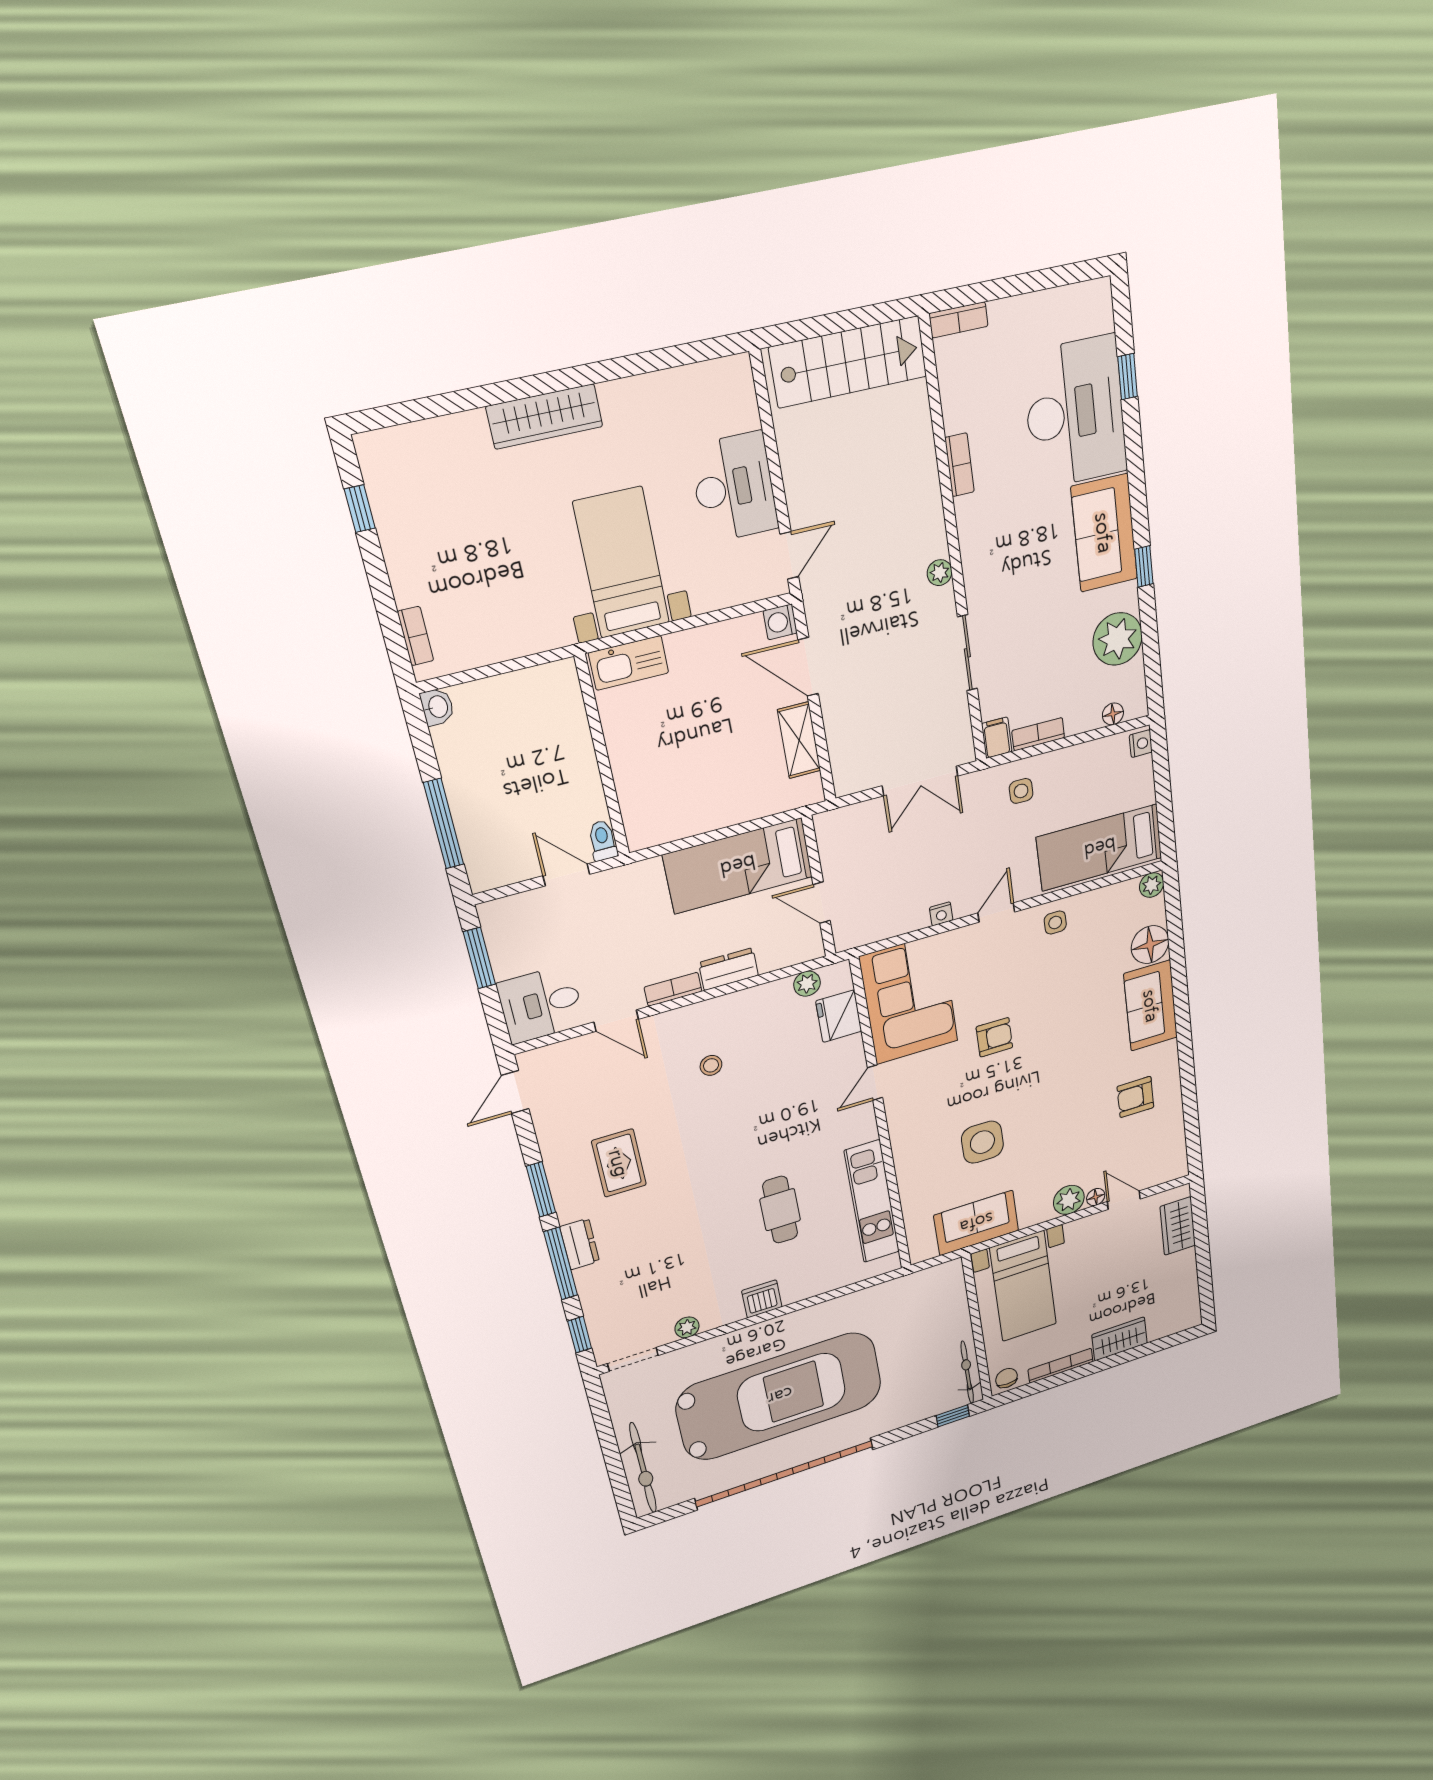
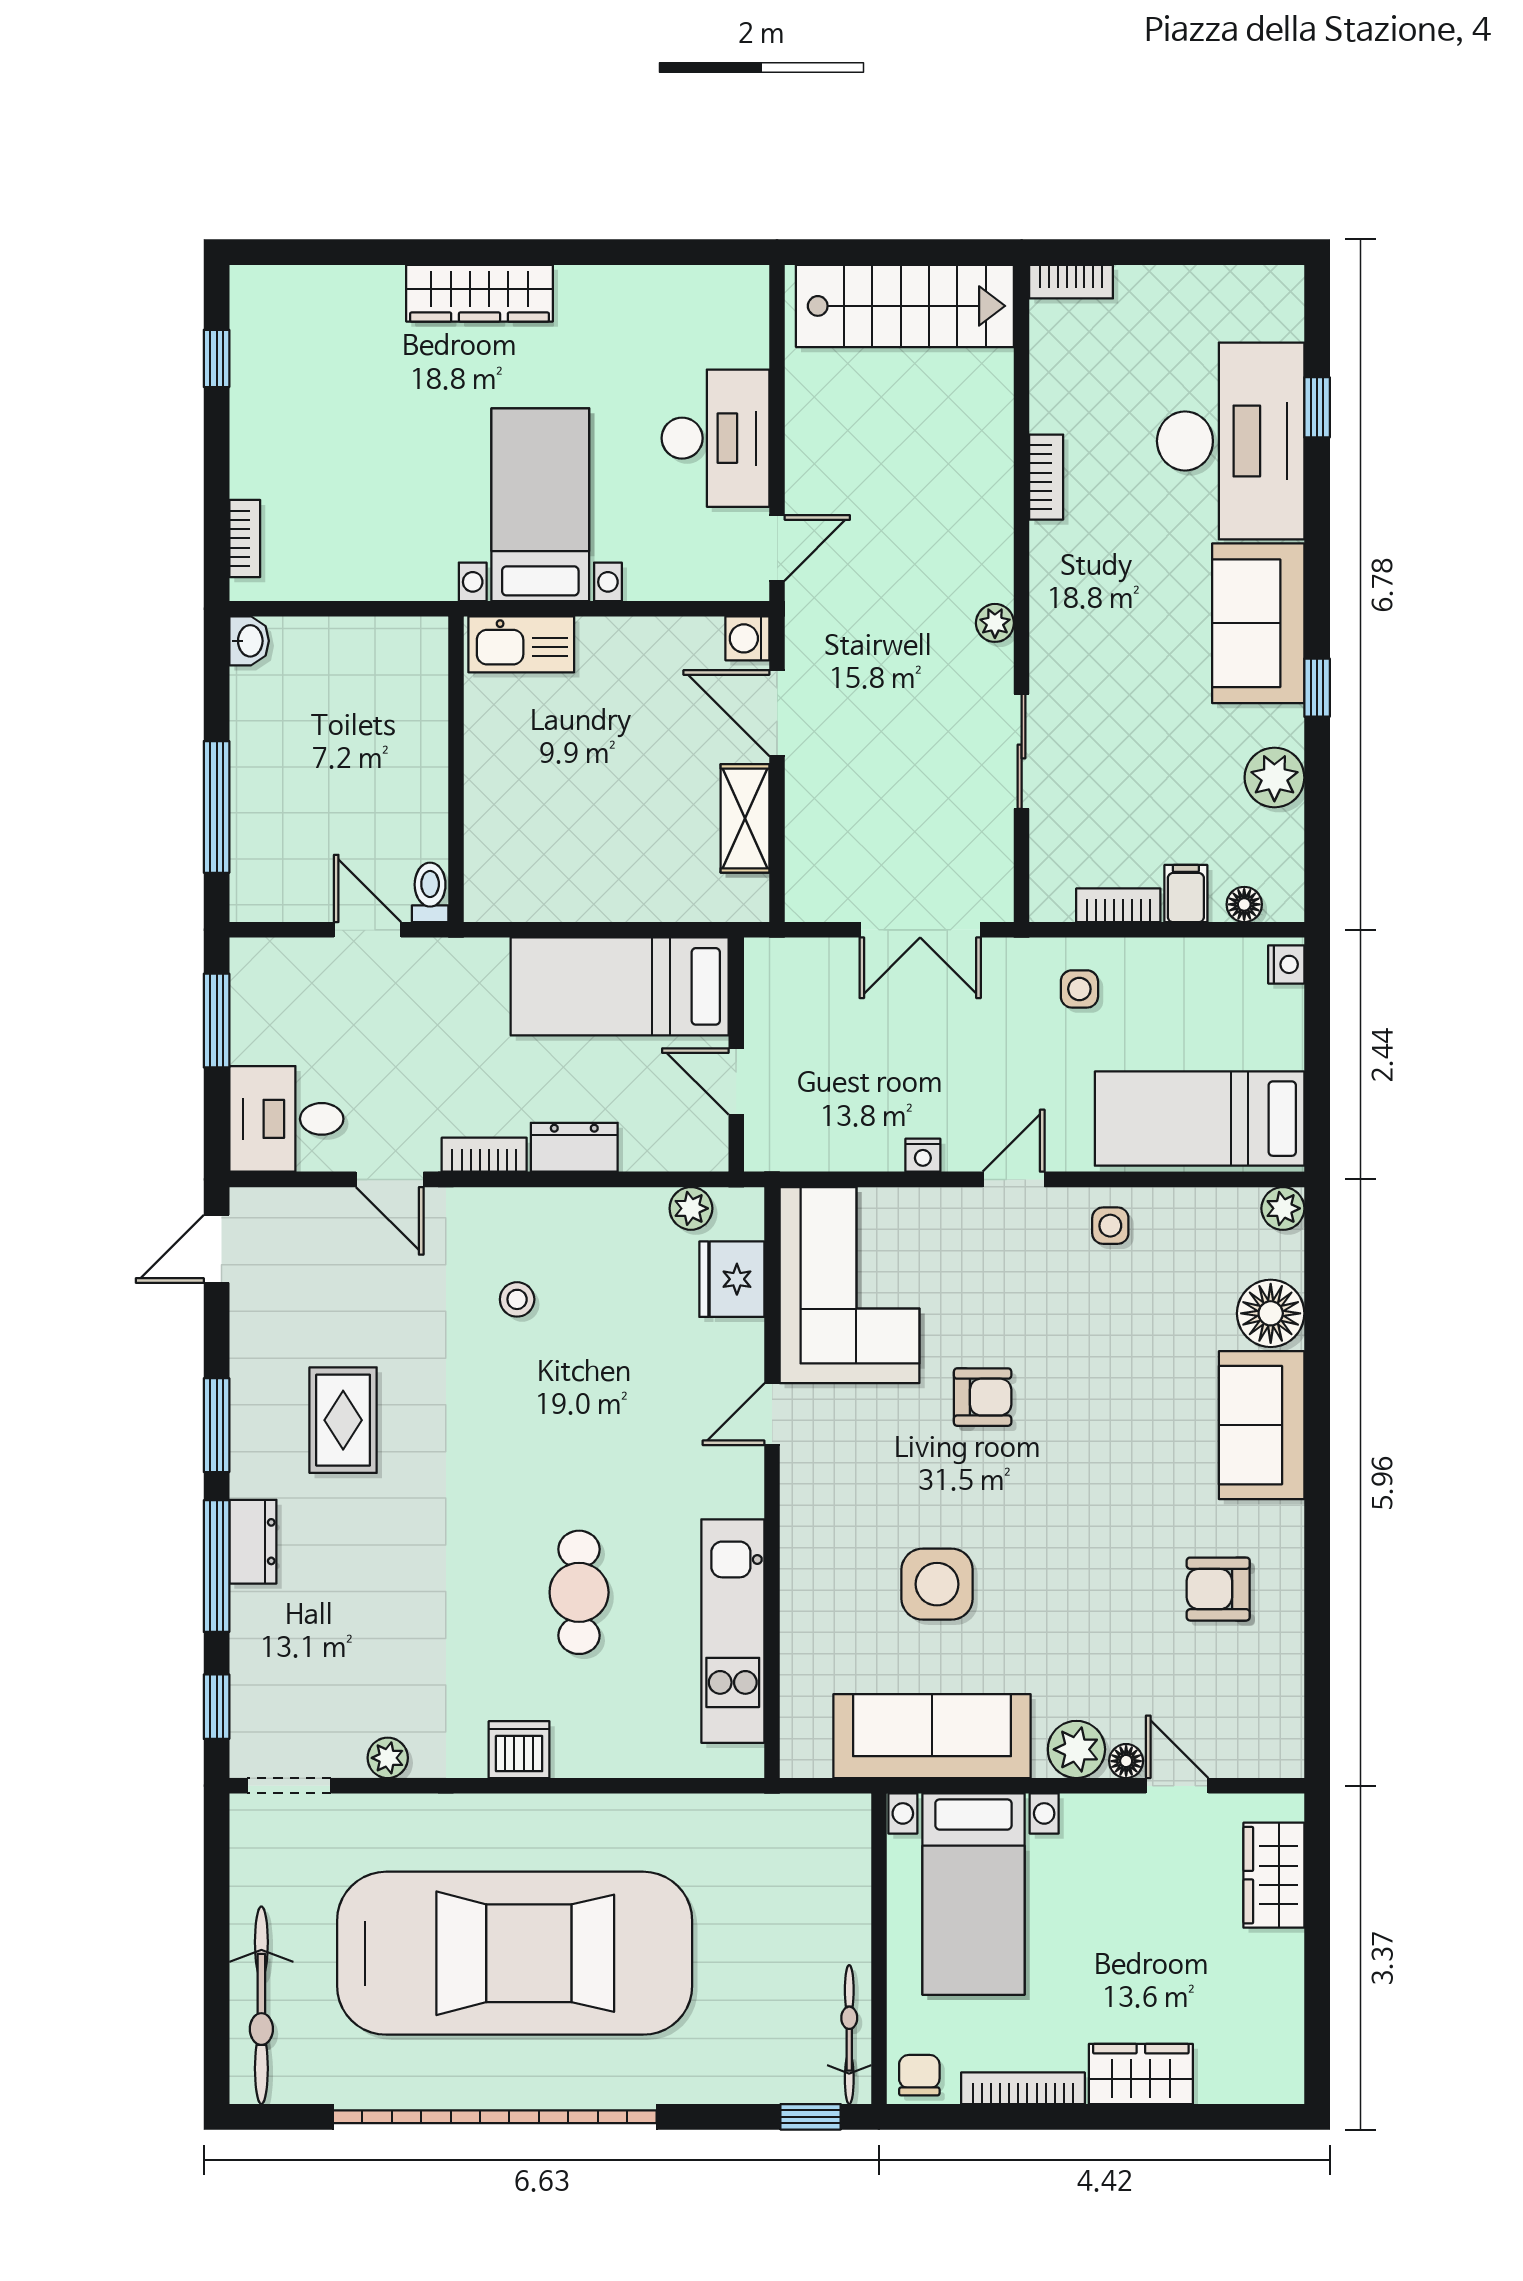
plant: (1118, 639) -> (1274, 778), width x0.73, depth x0.73
filing cabinet: (997, 738) -> (1186, 894), moved
sofa: (976, 1223) -> (932, 1736), width x1.36

